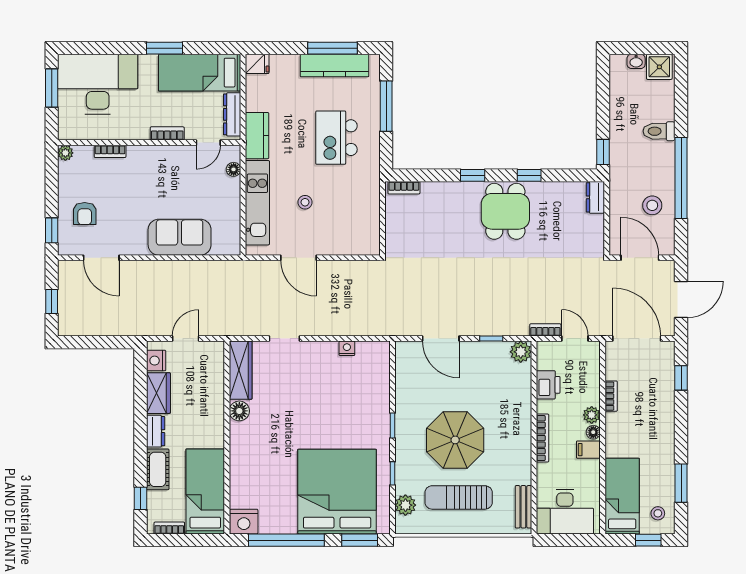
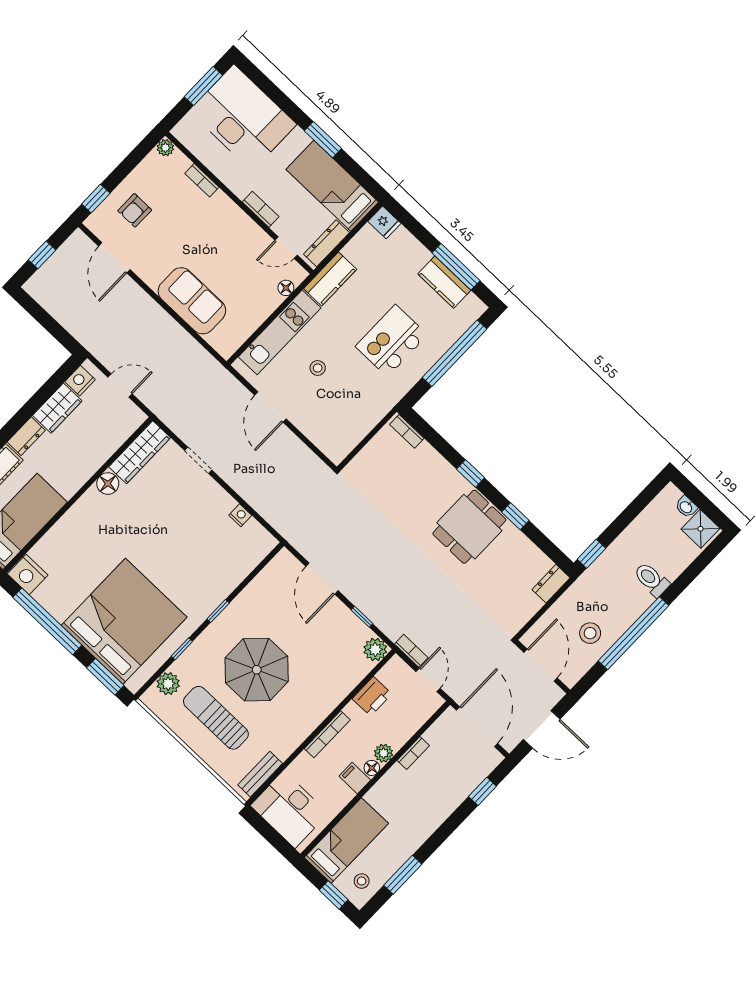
kitchen counter: (334, 66) -> (444, 282), width x0.67
window: (386, 106) -> (454, 353), width x1.46

